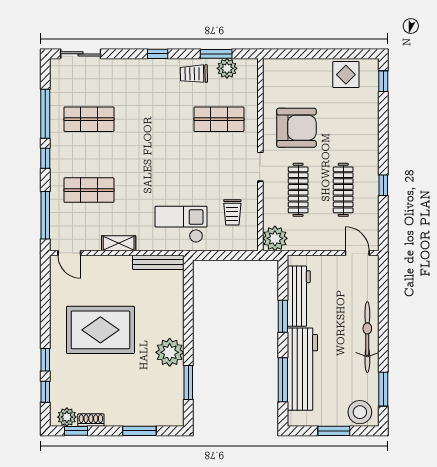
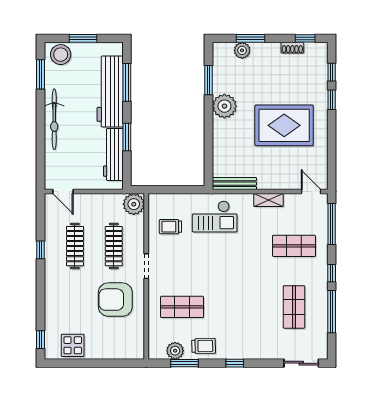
shop shelf: (89, 119) -> (294, 307), turned 90
trolley: (232, 212) -> (170, 227), turned -90
plant: (67, 417) -> (242, 50), moved

